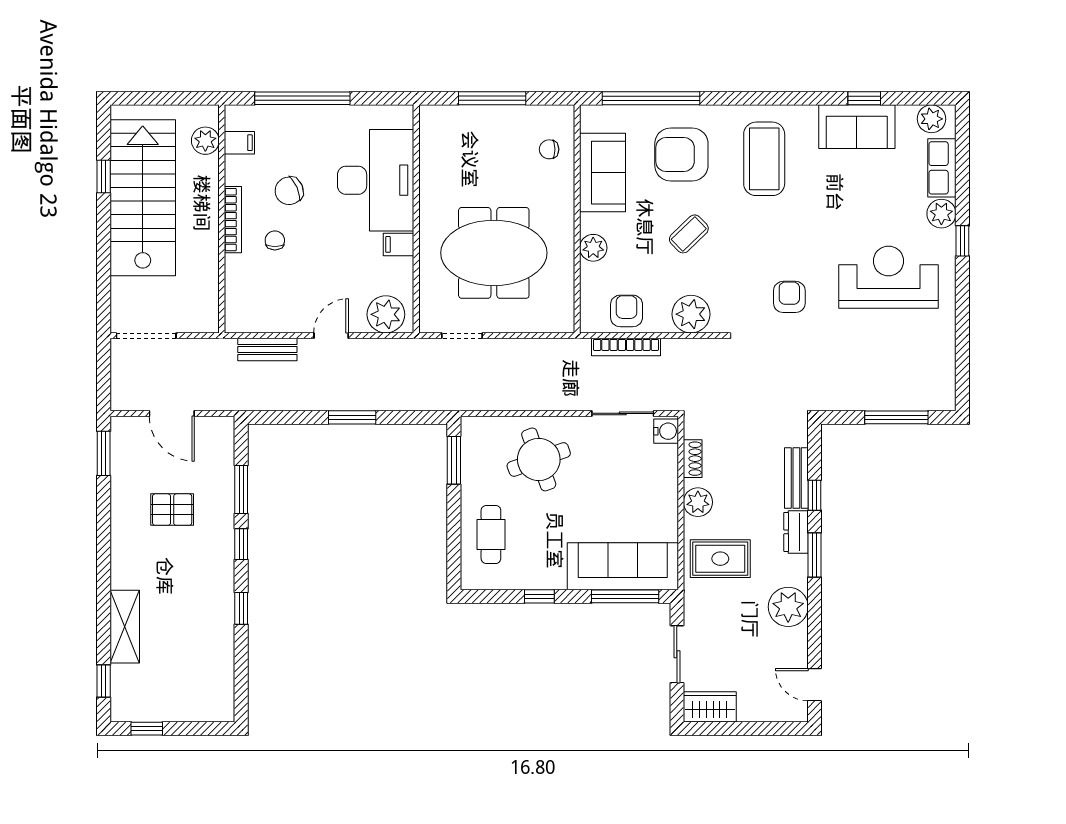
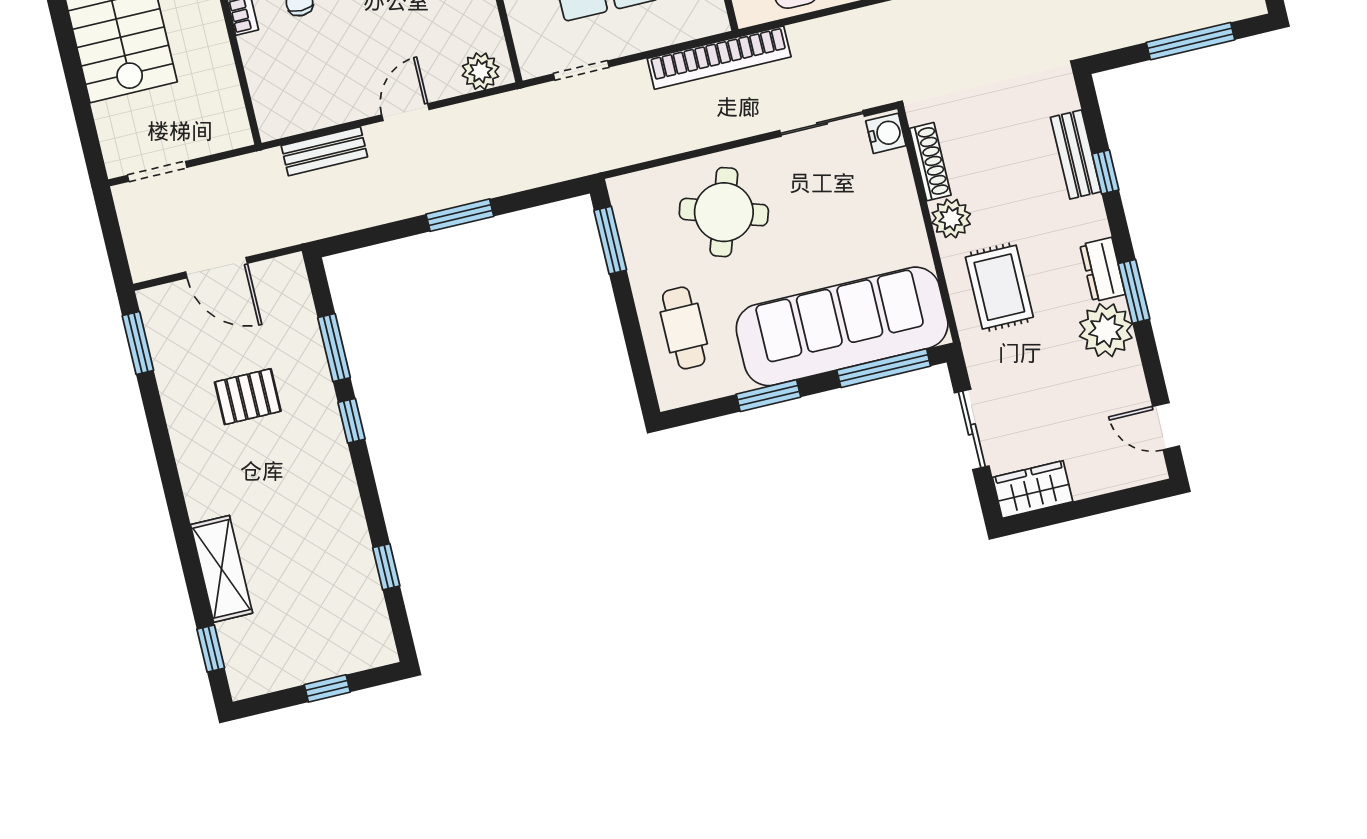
plant: (386, 314) -> (481, 71), width x0.73, depth x0.73
doorway: (146, 336) -> (157, 171), width x0.73
bookcase: (626, 347) -> (719, 58), moved, width x1.48, depth x1.31
round table: (539, 459) -> (724, 212), turned 38
shoe rack: (693, 459) -> (930, 162), width x1.43
dresser: (796, 532) -> (1102, 270), moved
window: (814, 555) -> (1134, 291), moved
rug: (720, 559) -> (999, 287), turned 90
sofa: (623, 566) -> (842, 326), width x1.36, depth x1.27
window: (539, 596) -> (768, 396), width x1.50
window: (241, 608) -> (386, 567), moved
window: (147, 729) -> (327, 688), moved

